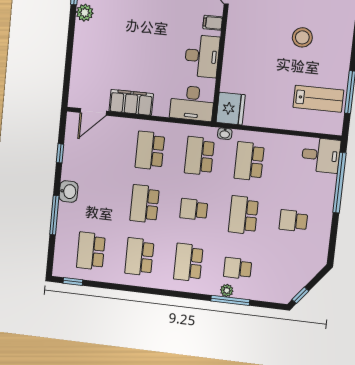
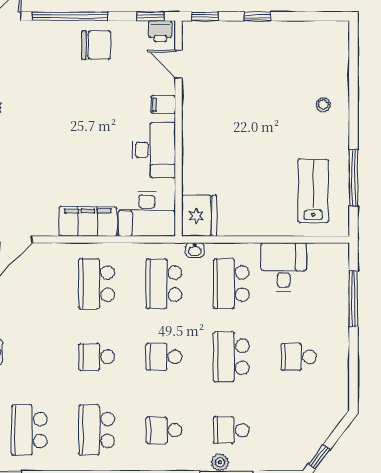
stool: (302, 37) -> (323, 105), moved, width x0.53, depth x0.53
lab bench: (318, 99) -> (313, 191), turned -90
filing cabinet: (131, 102) -> (88, 221), moved
desk: (321, 155) -> (284, 267), moved, turned -90
window: (339, 183) -> (354, 299), width x0.68
school desk: (145, 204) -> (97, 357), width x0.54
school desk: (188, 262) -> (164, 430), width x0.54

